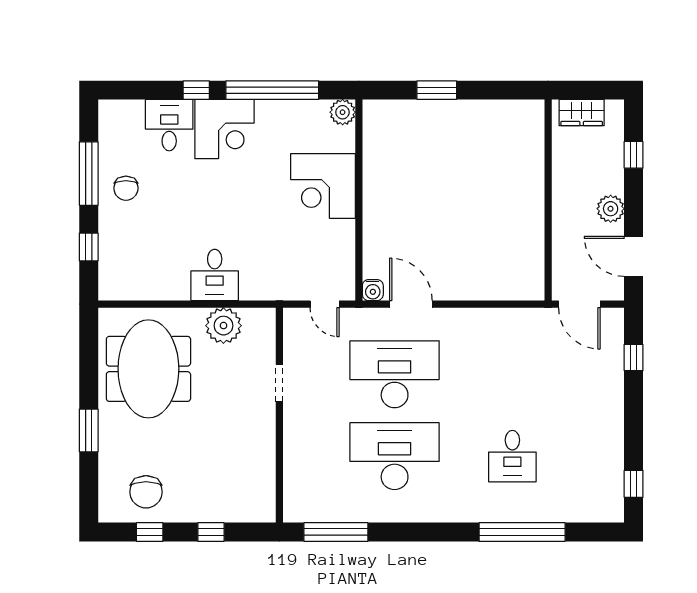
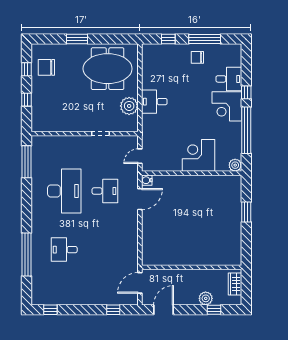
plant: (611, 209) -> (206, 298), moved
desk: (395, 374) -> (105, 191), width x0.53, depth x0.77

